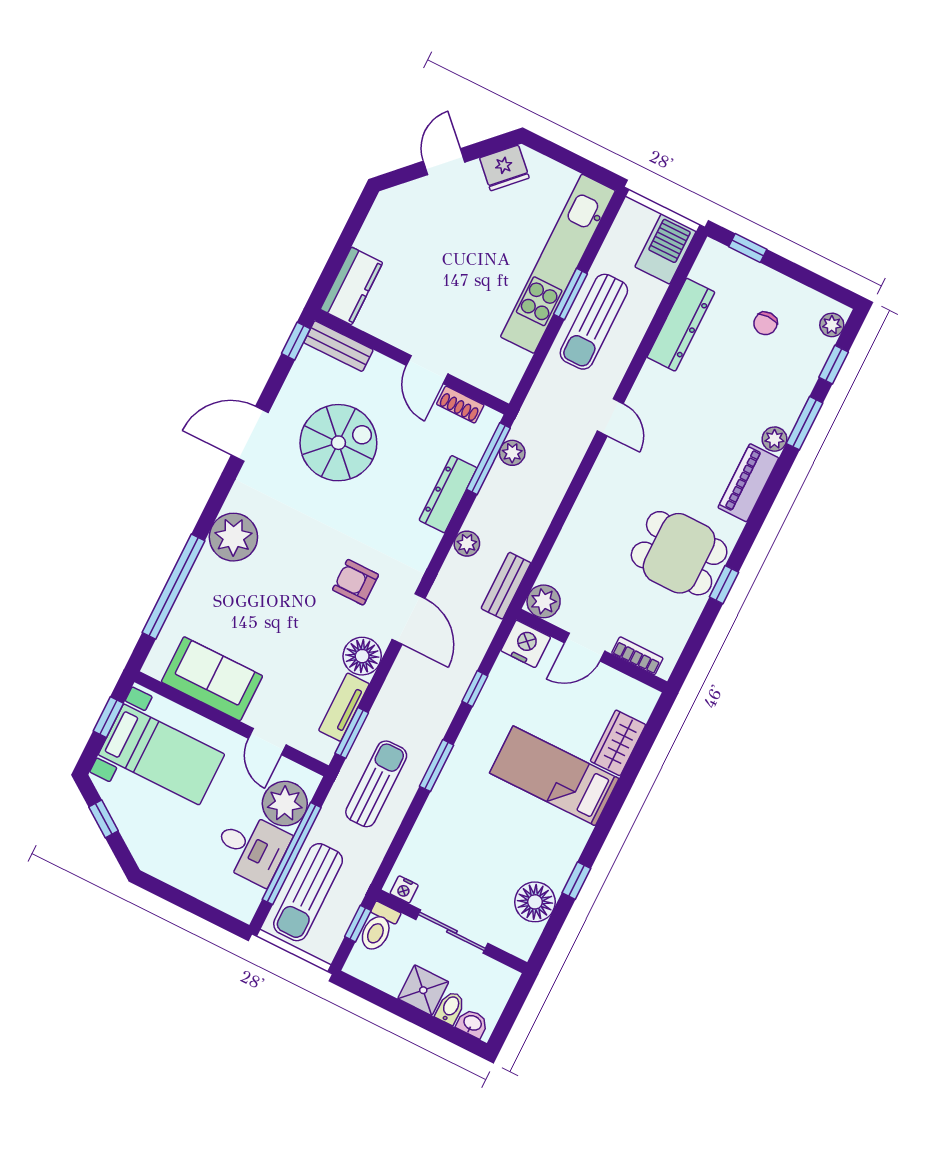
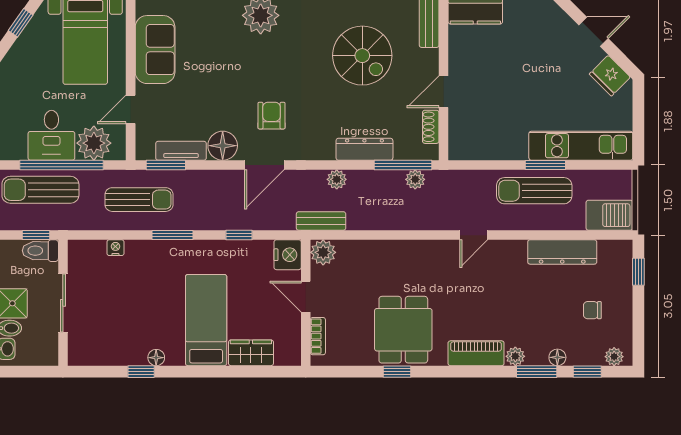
kitchen unit: (558, 264) -> (581, 146), width x0.73
floor lamp: (800, 391) -> (557, 357), added
nightstand: (404, 889) -> (115, 248), moved, turned 90
floor lamp: (535, 902) -> (156, 358), moved, width x0.53, depth x0.53

